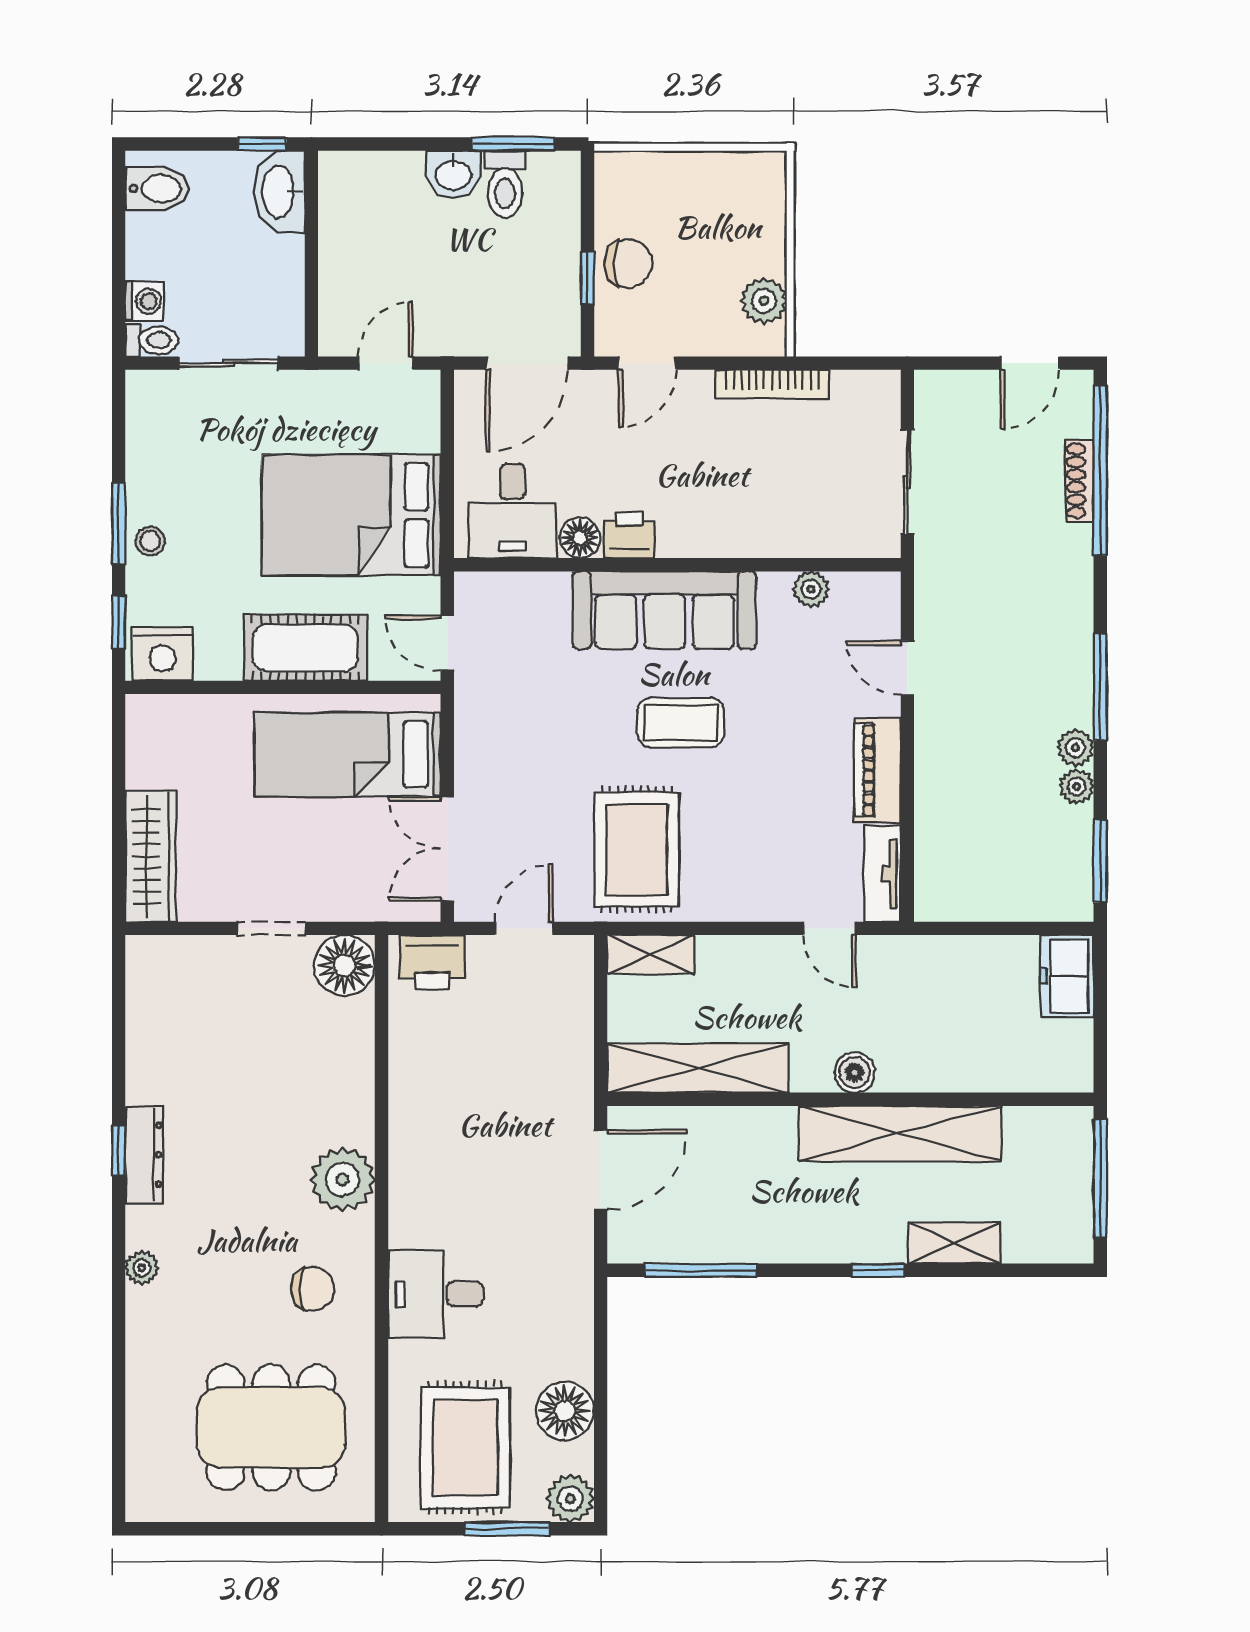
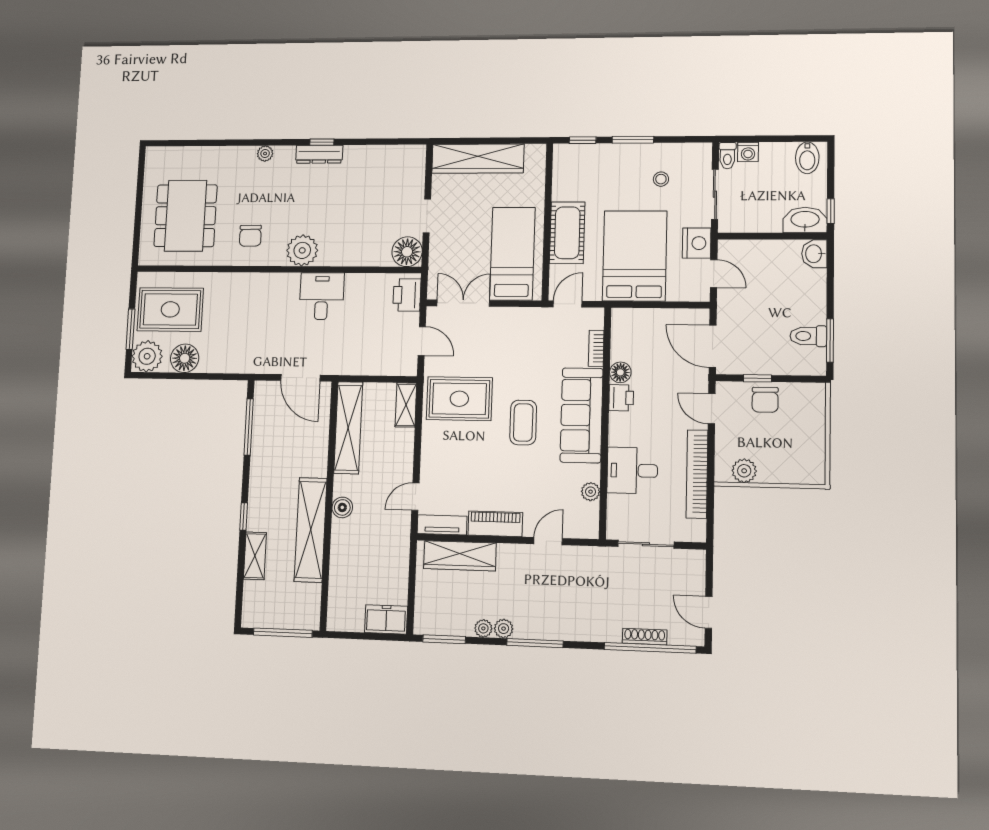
washbasin: (453, 174) -> (814, 254), moved
bookcase: (772, 384) -> (697, 474), width x1.48, depth x1.31
desk: (512, 511) -> (632, 471), moved
stool: (150, 541) -> (661, 179), moved
bookcase: (534, 585) -> (596, 348), added
nightstand: (162, 654) -> (697, 243), moved, turned 180
wardrobe: (941, 837) -> (460, 556), added
wardrobe: (150, 856) -> (478, 159), width x1.40, depth x1.17
desk: (436, 1294) -> (322, 296), moved
plant: (570, 1499) -> (147, 356), width x1.36, depth x1.36

